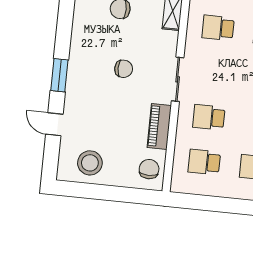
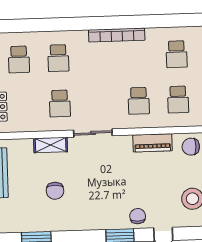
chair: (124, 69) -> (138, 216), moved
sliding door: (178, 79) -> (93, 133), moved

